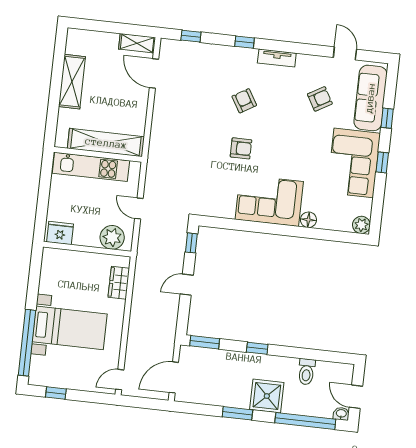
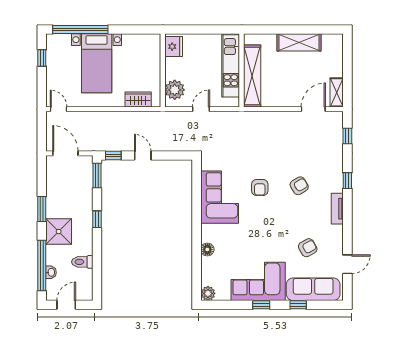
armchair: (320, 99) -> (308, 248), turned -89
corner sofa: (269, 201) -> (220, 197), moved
window: (191, 243) -> (113, 155), moved
washbasin: (341, 414) -> (51, 272), moved

